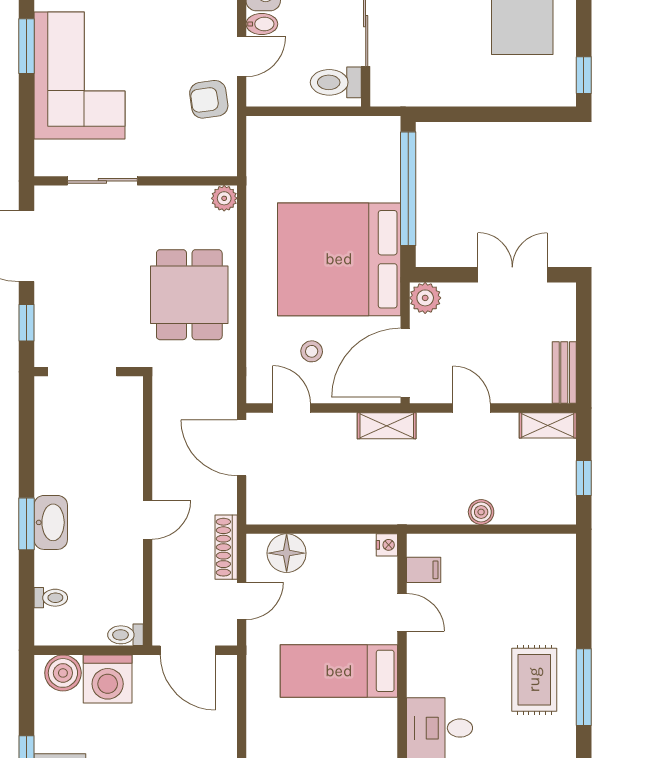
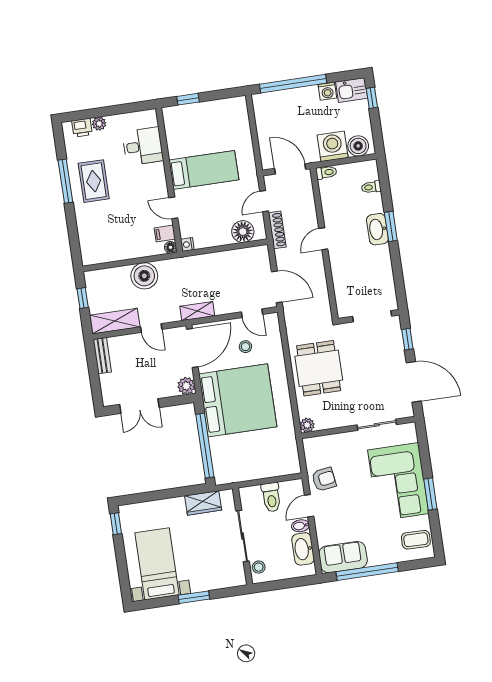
toilet: (336, 82) -> (271, 497), moved, turned 90
wardrobe: (426, 89) -> (203, 503), added
shelving: (548, 425) -> (115, 321), width x1.50, depth x1.33
boiler: (481, 512) -> (144, 276), width x1.86, depth x1.86
floor lamp: (417, 544) -> (170, 247), added

